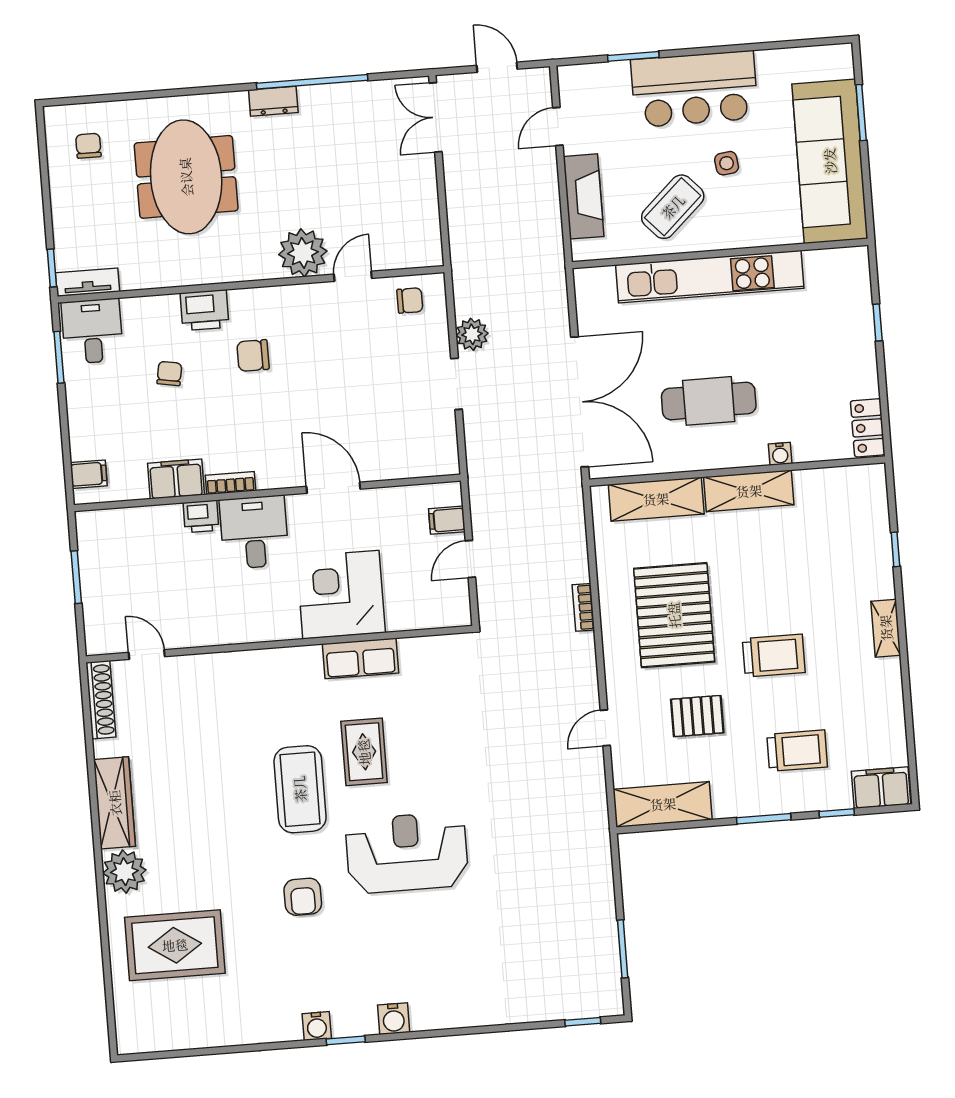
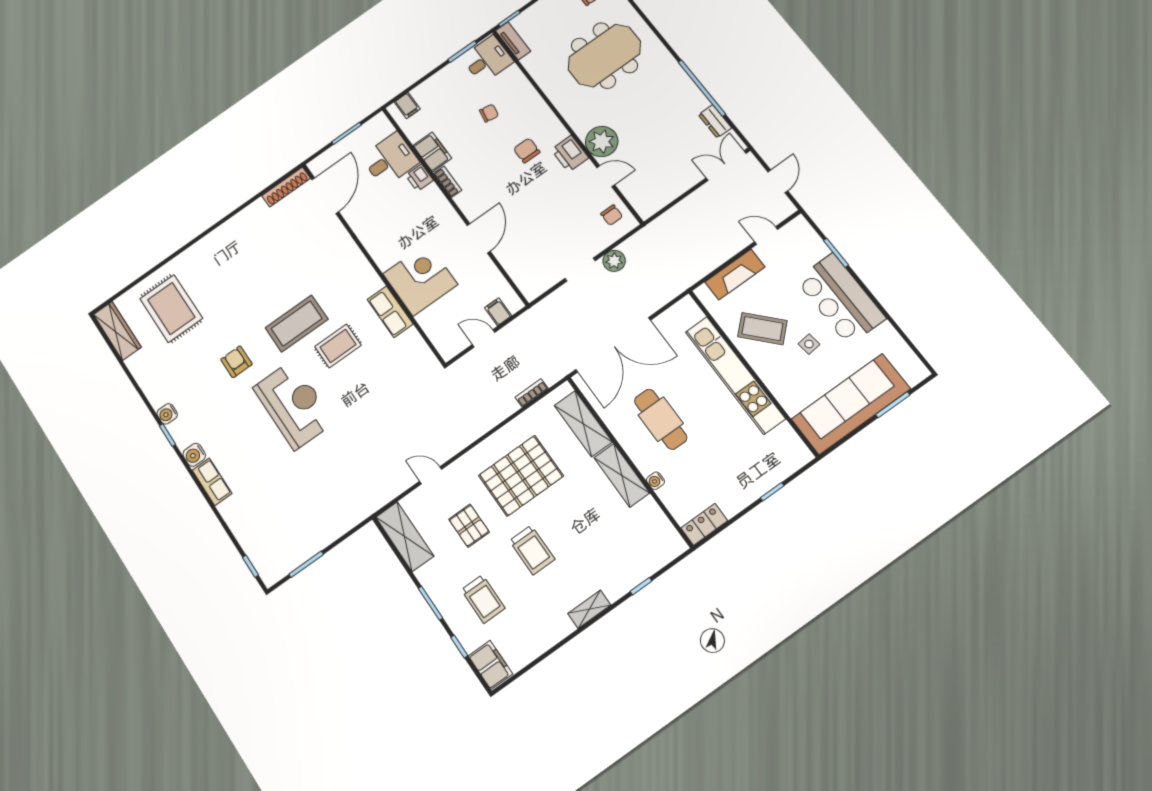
dresser: (273, 101) -> (715, 121), moved
printer: (205, 310) -> (570, 154), moved
desk: (254, 532) -> (390, 160), moved
bookcase: (583, 607) -> (532, 393), moved
door: (147, 654) -> (325, 196), width x1.88
wardrobe: (115, 803) -> (117, 331), moved, turned -90
plant: (124, 872) -> (198, 257), removed
armchair: (303, 897) -> (236, 362), turned 90
row of seats: (443, 1014) -> (212, 482), added

